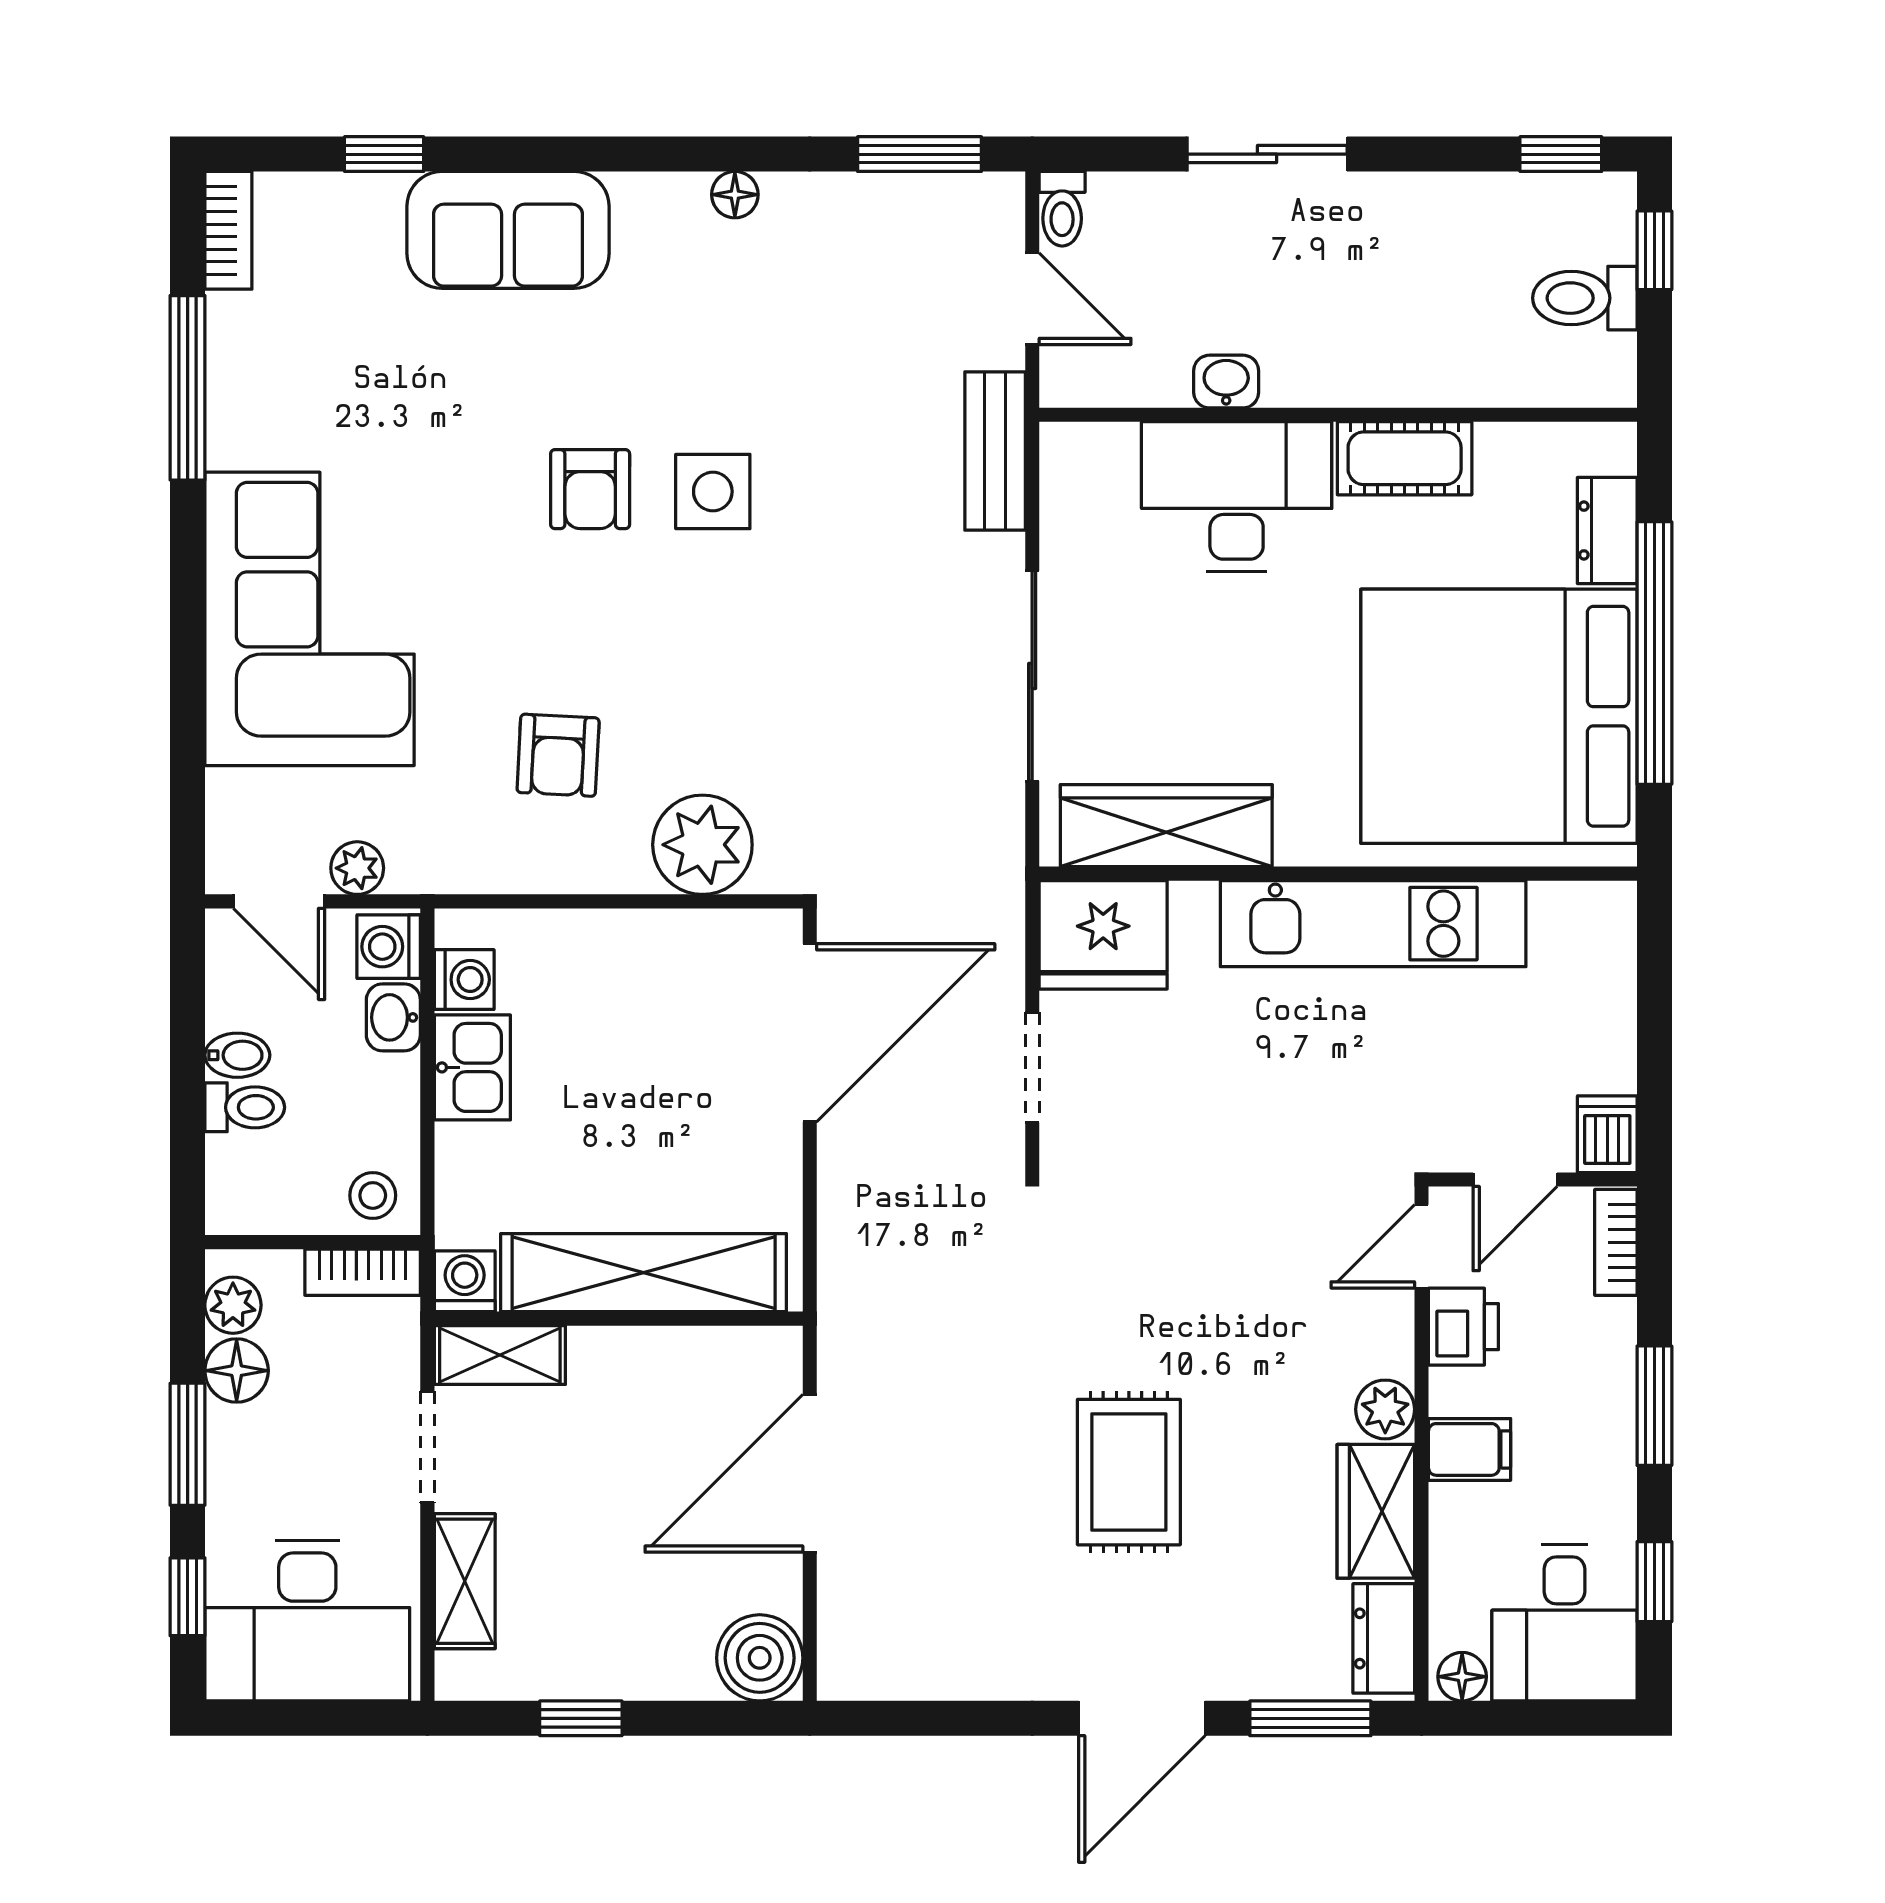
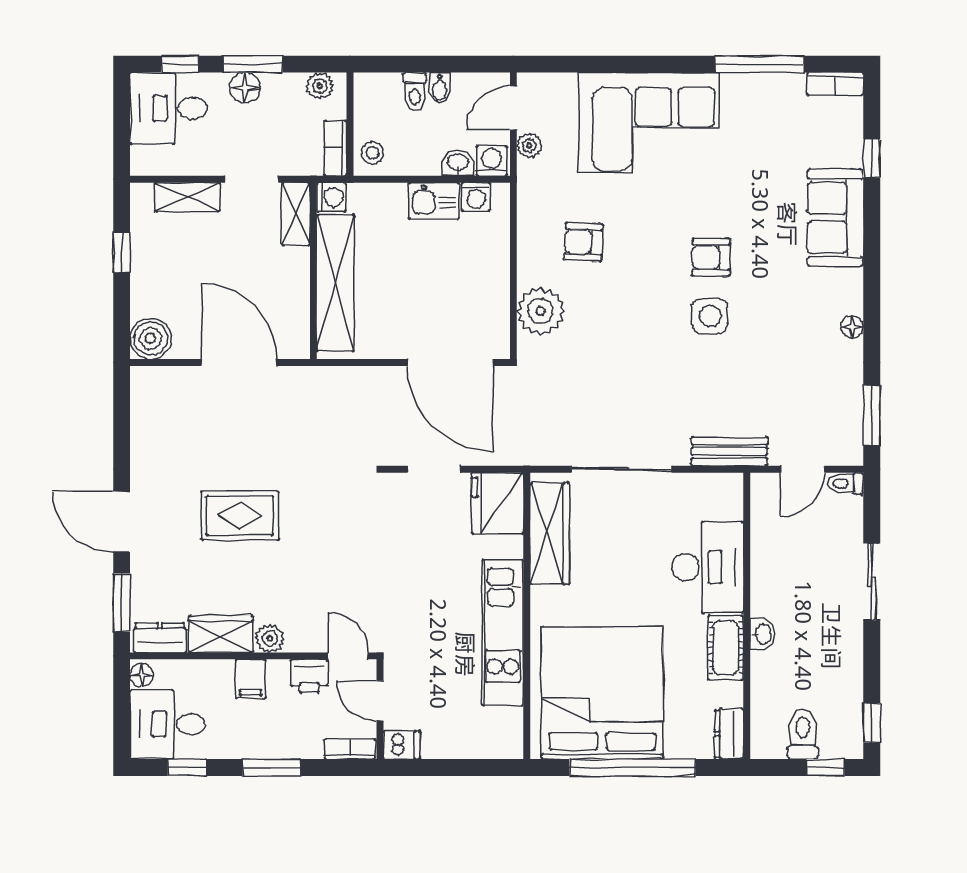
washbasin: (1226, 382) -> (763, 634), moved
dresser: (1607, 531) -> (729, 734), moved, turned -90
floor lamp: (237, 1371) -> (245, 88), moved
desk: (307, 1620) -> (169, 108), width x0.73

